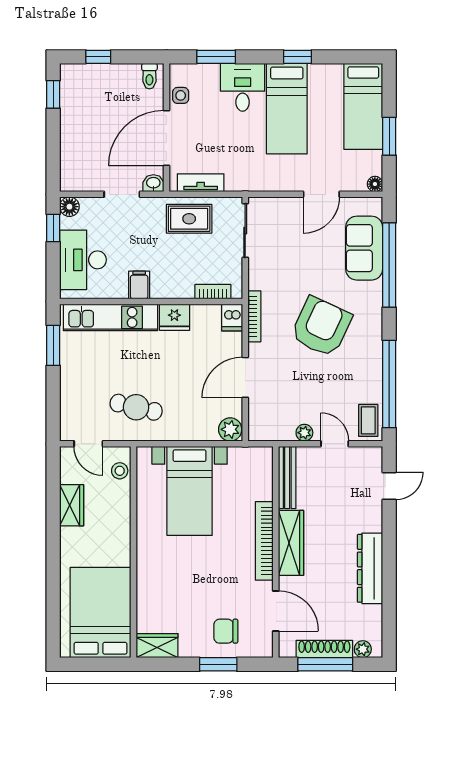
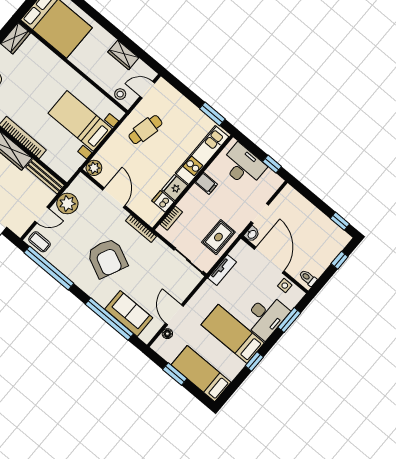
desk: (243, 87) -> (266, 316), width x1.37
tv unit: (201, 183) -> (222, 270), moved
floor lamp: (375, 184) -> (167, 334), moved
floor lamp: (69, 207) -> (276, 181), removed
dishwasher: (232, 318) -> (163, 201), moved
plant: (304, 433) -> (67, 204), width x1.88, depth x1.88

